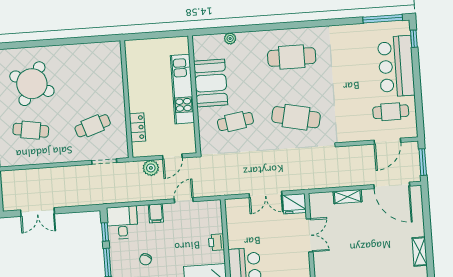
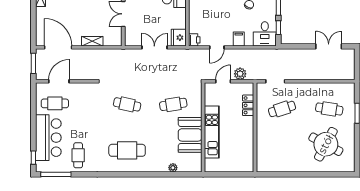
cafe table: (355, 46) -> (78, 155), added
cafe table: (296, 117) -> (127, 104), width x0.73, depth x0.74
fridge: (294, 204) -> (179, 38), moved, turned -90
printer: (216, 242) -> (194, 40), moved

